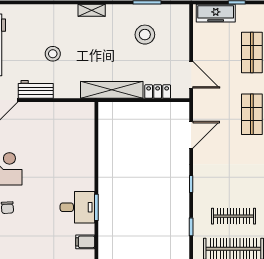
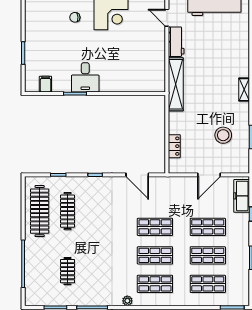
stool: (53, 54) -> (207, 56), removed
door: (191, 75) -> (209, 175), moved
shelving: (112, 90) -> (176, 84), moved
desk: (77, 207) -> (85, 77), moved

